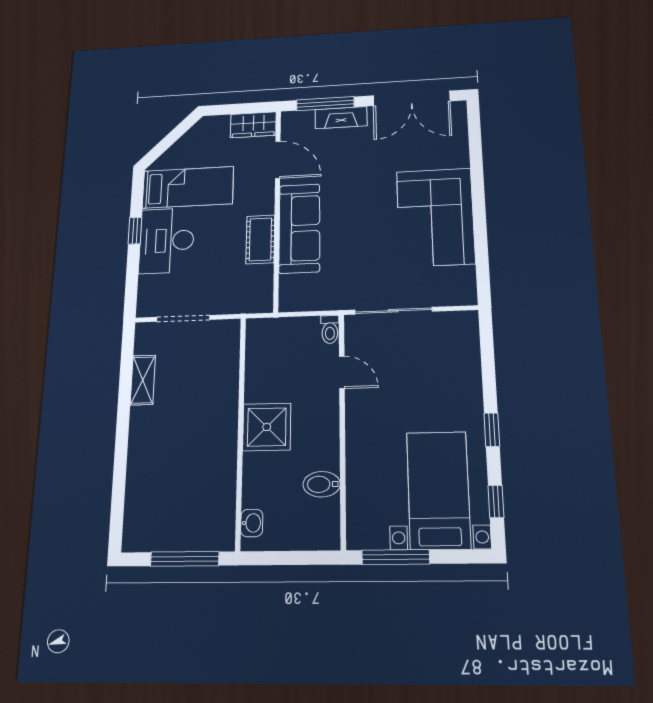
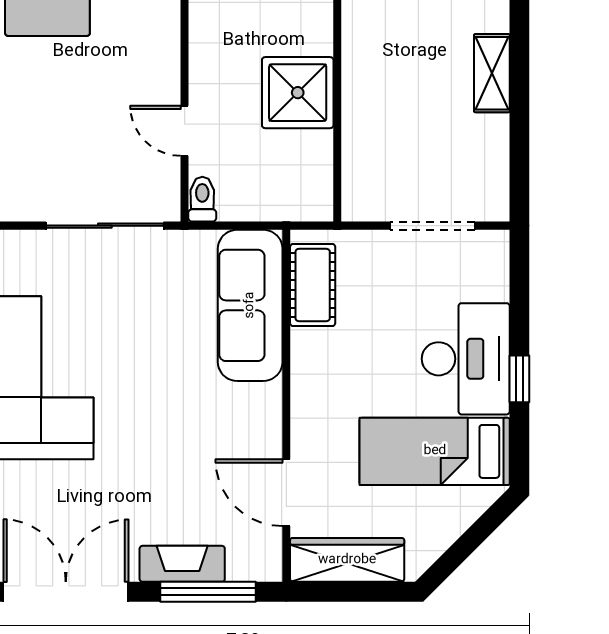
wardrobe: (253, 125) -> (347, 560), width x1.50
sofa: (299, 228) -> (250, 305), moved
cot: (260, 239) -> (313, 285), moved
shelving: (143, 380) -> (492, 73), moved
shower: (267, 427) -> (298, 93), moved

